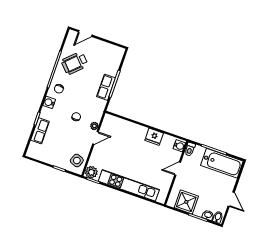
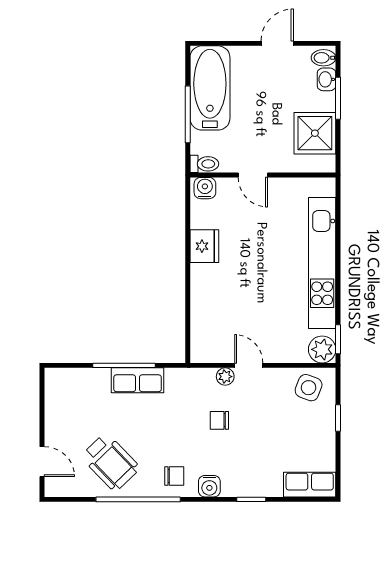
row of seats: (40, 131) -> (310, 485), moved

